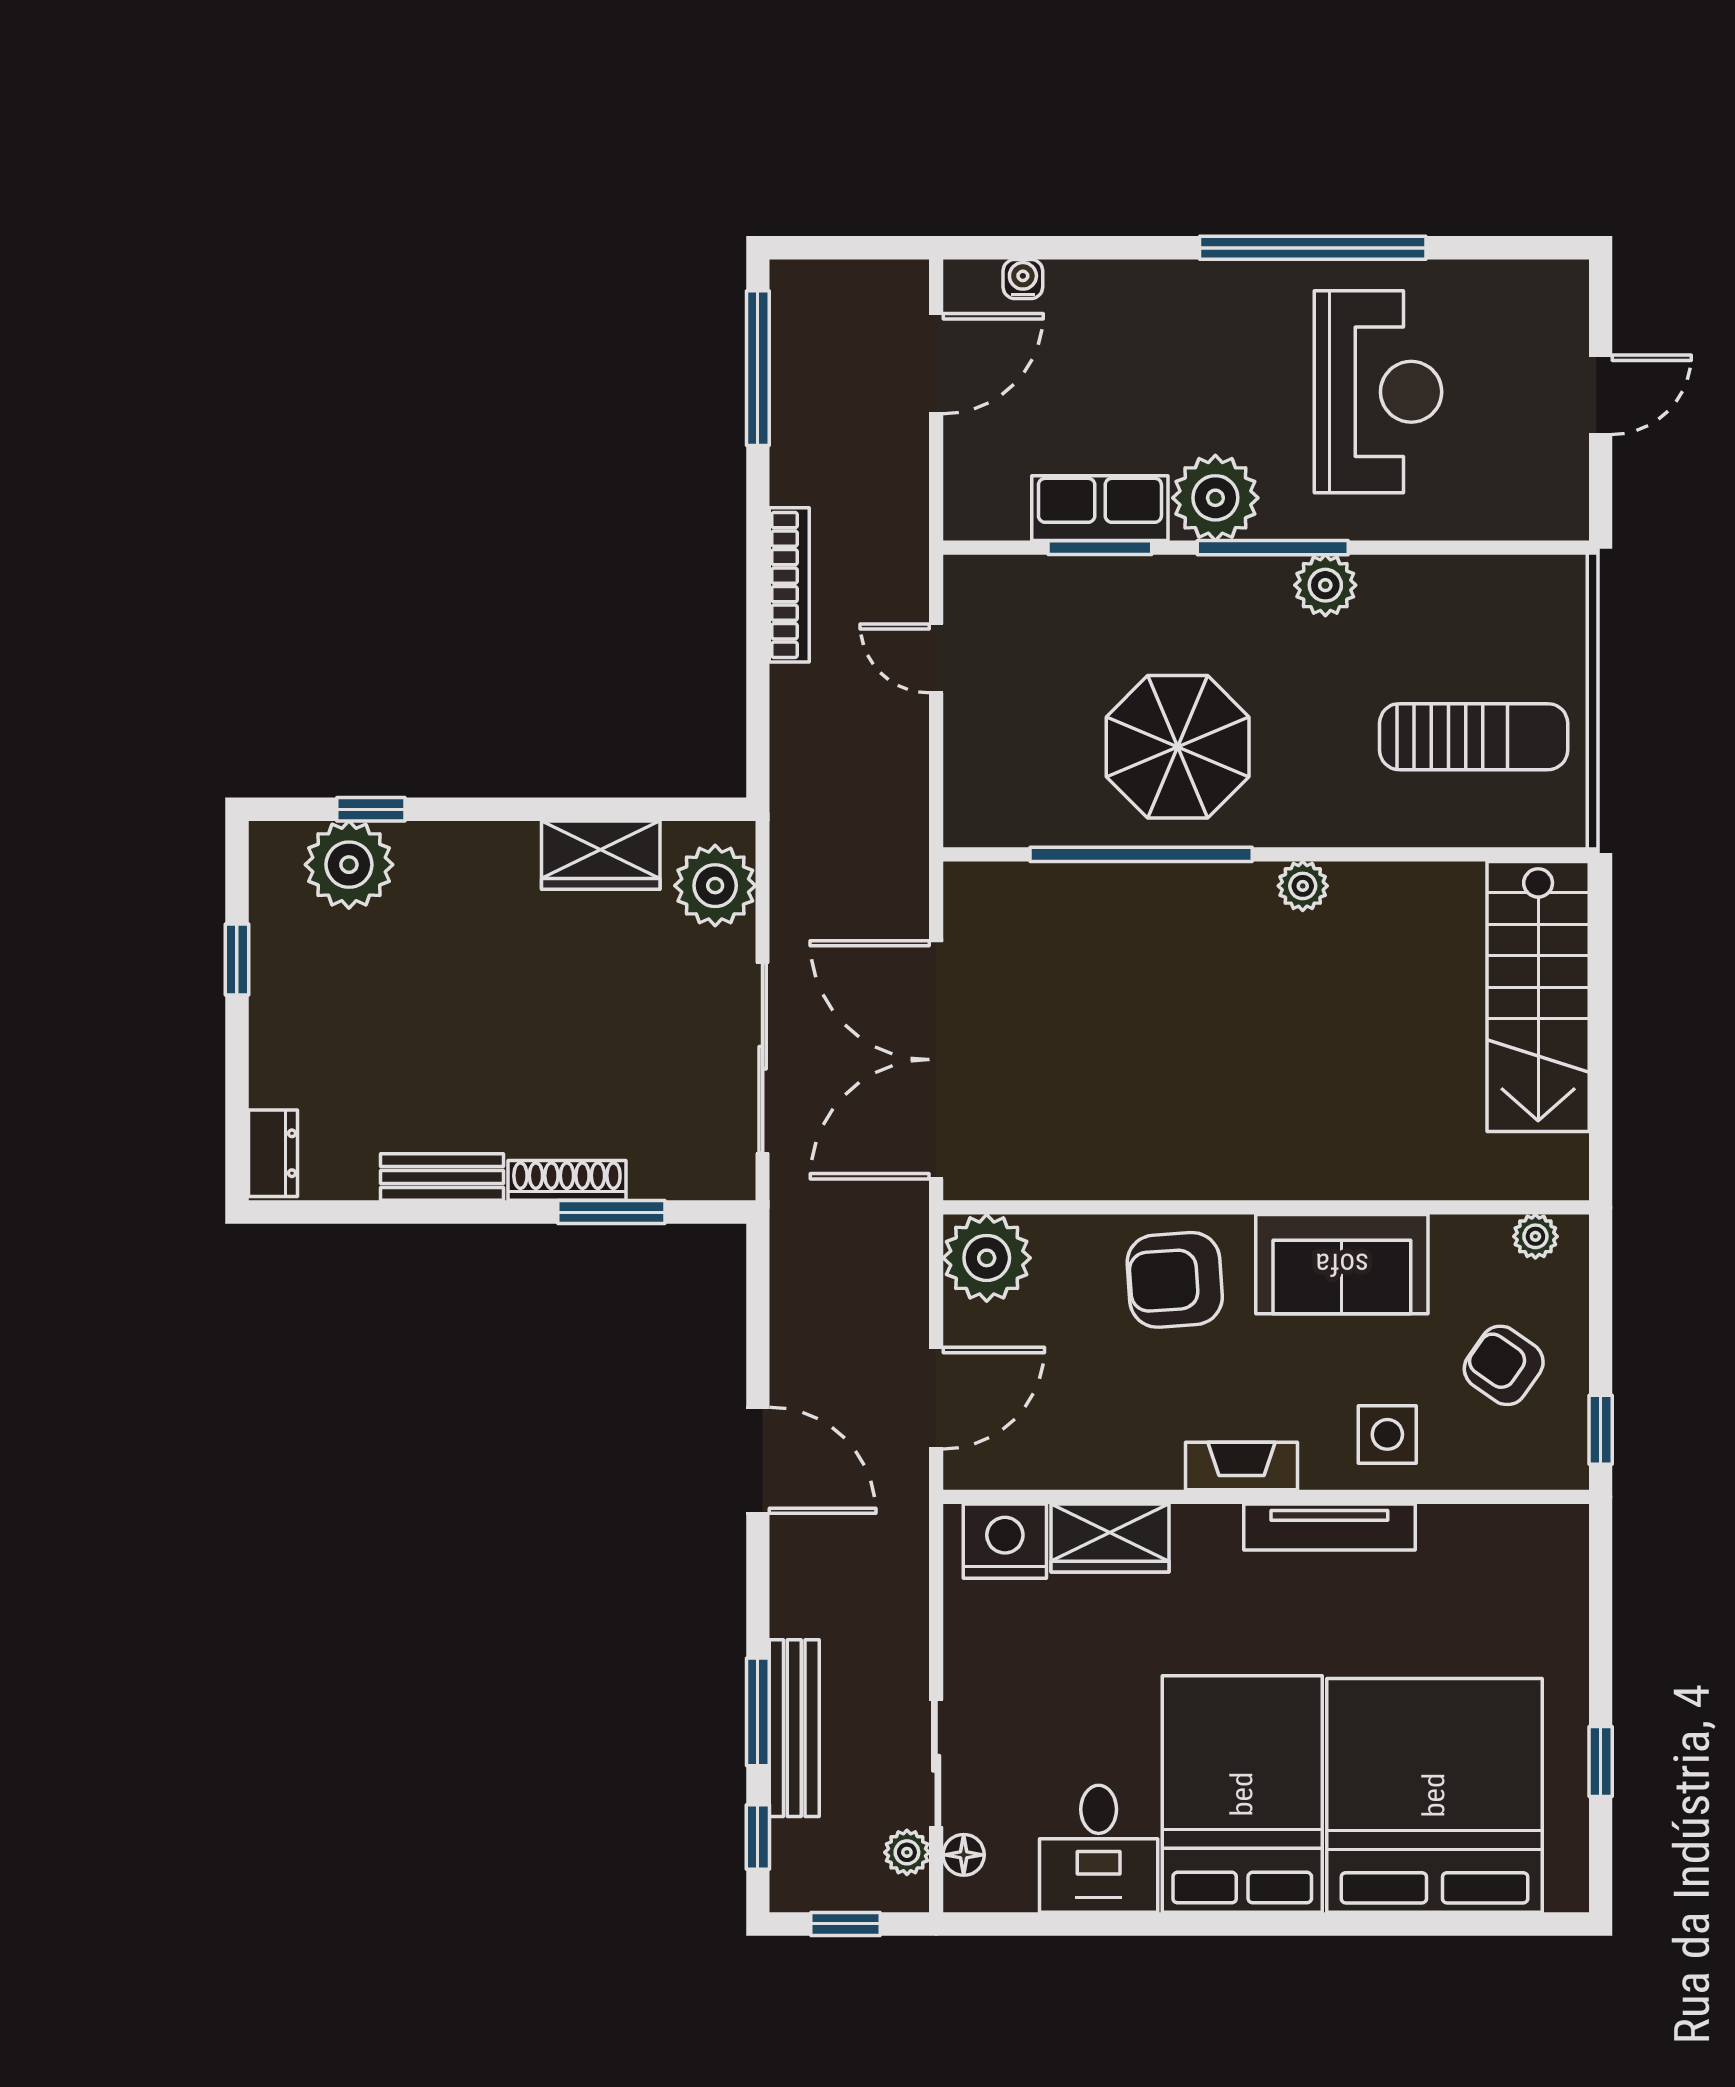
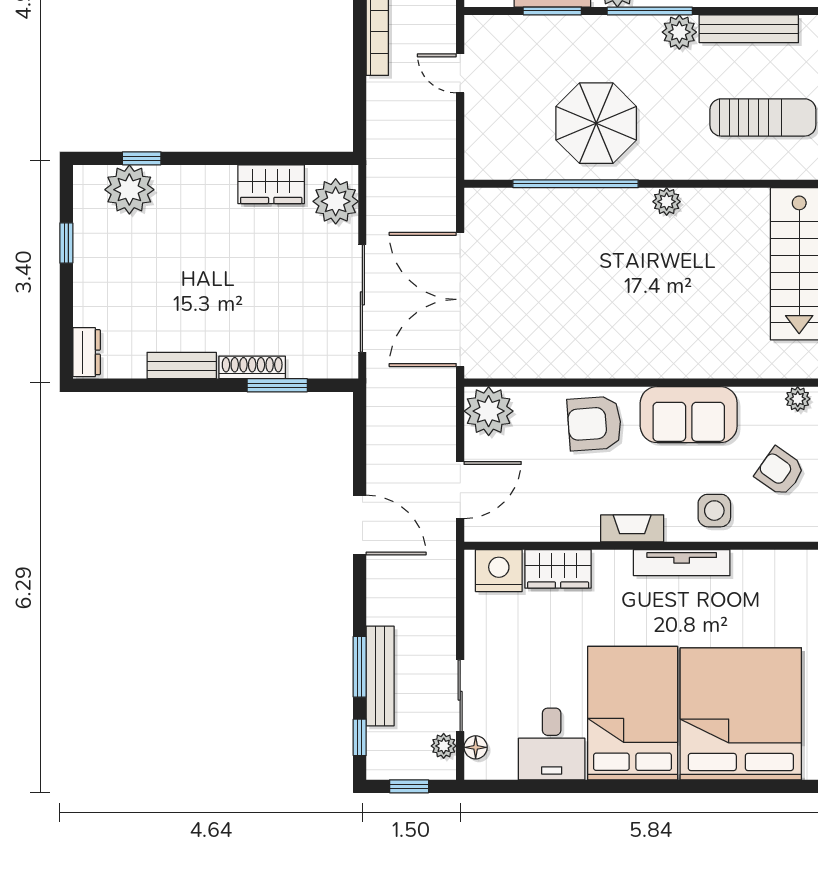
bench: (1449, 579) -> (749, 29), added

